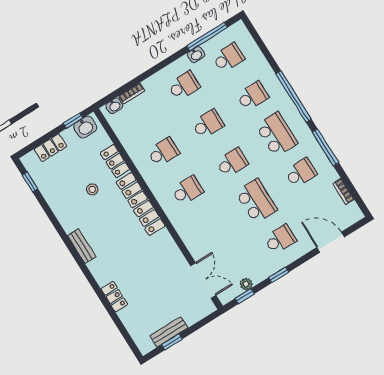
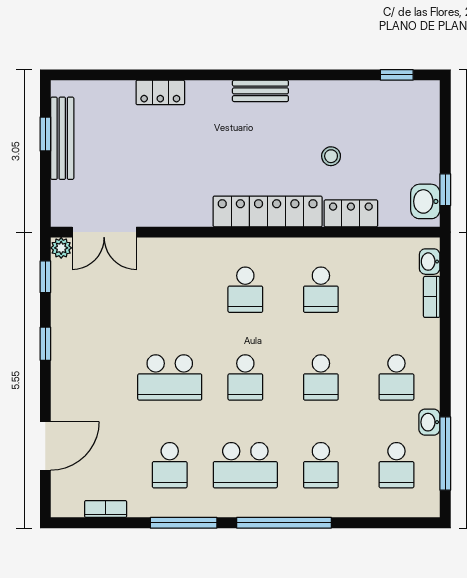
locker: (50, 148) -> (427, 134), removed
school desk: (280, 239) -> (94, 377), removed
plant: (246, 284) -> (61, 248), moved
bench: (169, 332) -> (62, 138), width x1.36

